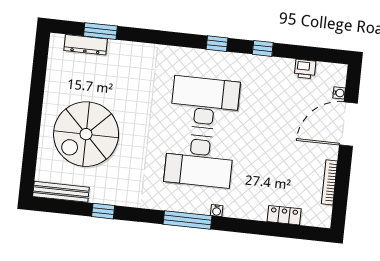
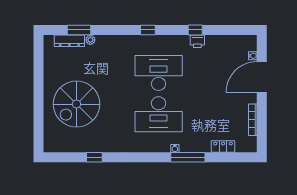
window: (217, 44) -> (148, 30), moved
plant: (115, 47) -> (90, 40), added
printer: (305, 69) -> (197, 41), moved
bench: (61, 192) -> (63, 147), removed
window: (188, 220) -> (188, 157), moved

